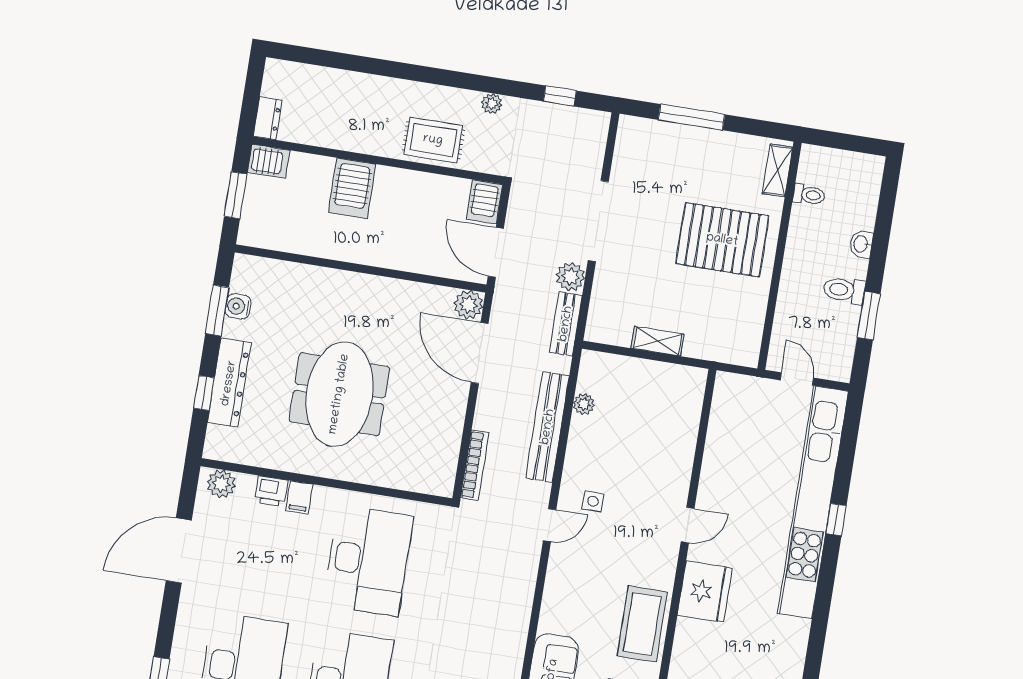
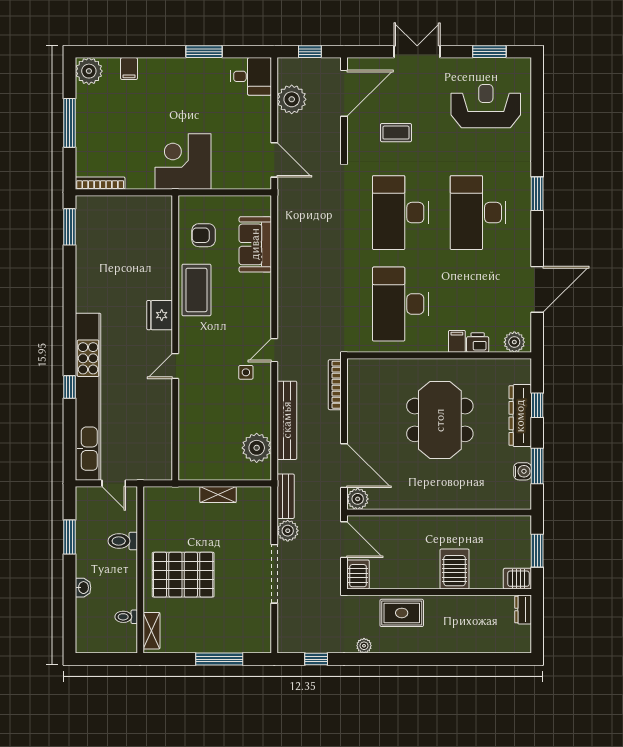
toilet: (844, 290) -> (123, 541), moved, turned 180
plant: (584, 404) -> (257, 448), width x1.87, depth x1.87
fridge: (705, 592) -> (160, 315), width x0.73, depth x0.75

